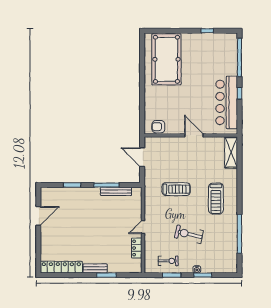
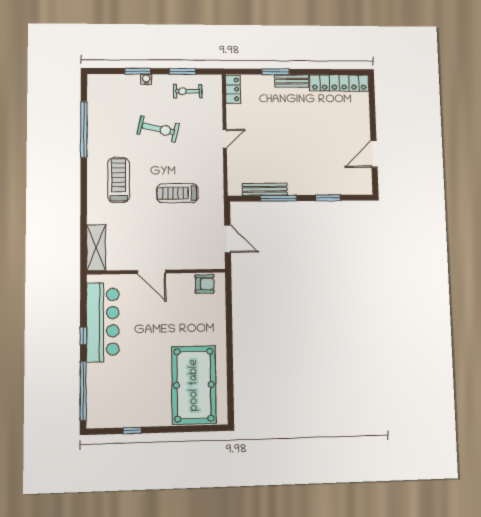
locker: (137, 248) -> (233, 89), moved

